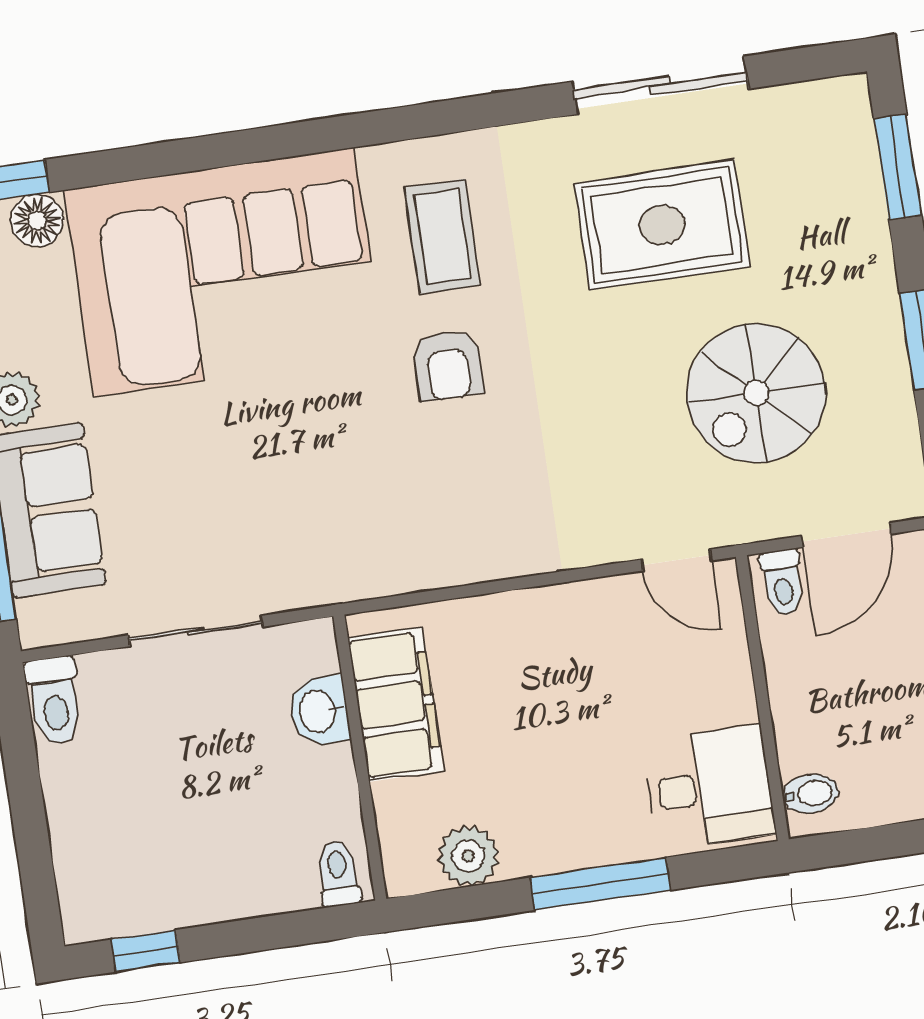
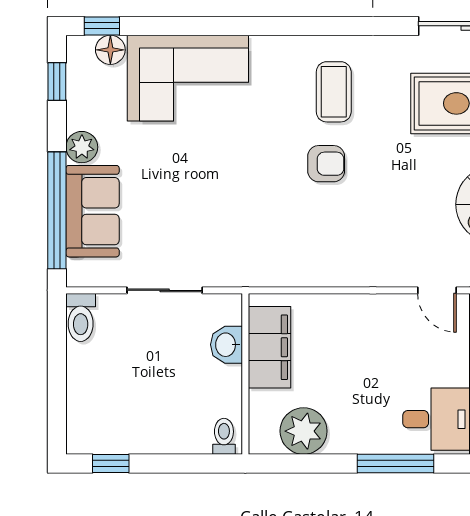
corner sofa: (224, 272) -> (188, 78), width x0.73, depth x0.74
armchair: (448, 365) -> (326, 164), turned -90
plant: (468, 856) -> (304, 431), width x1.36, depth x1.36
window: (601, 884) -> (395, 464), moved

